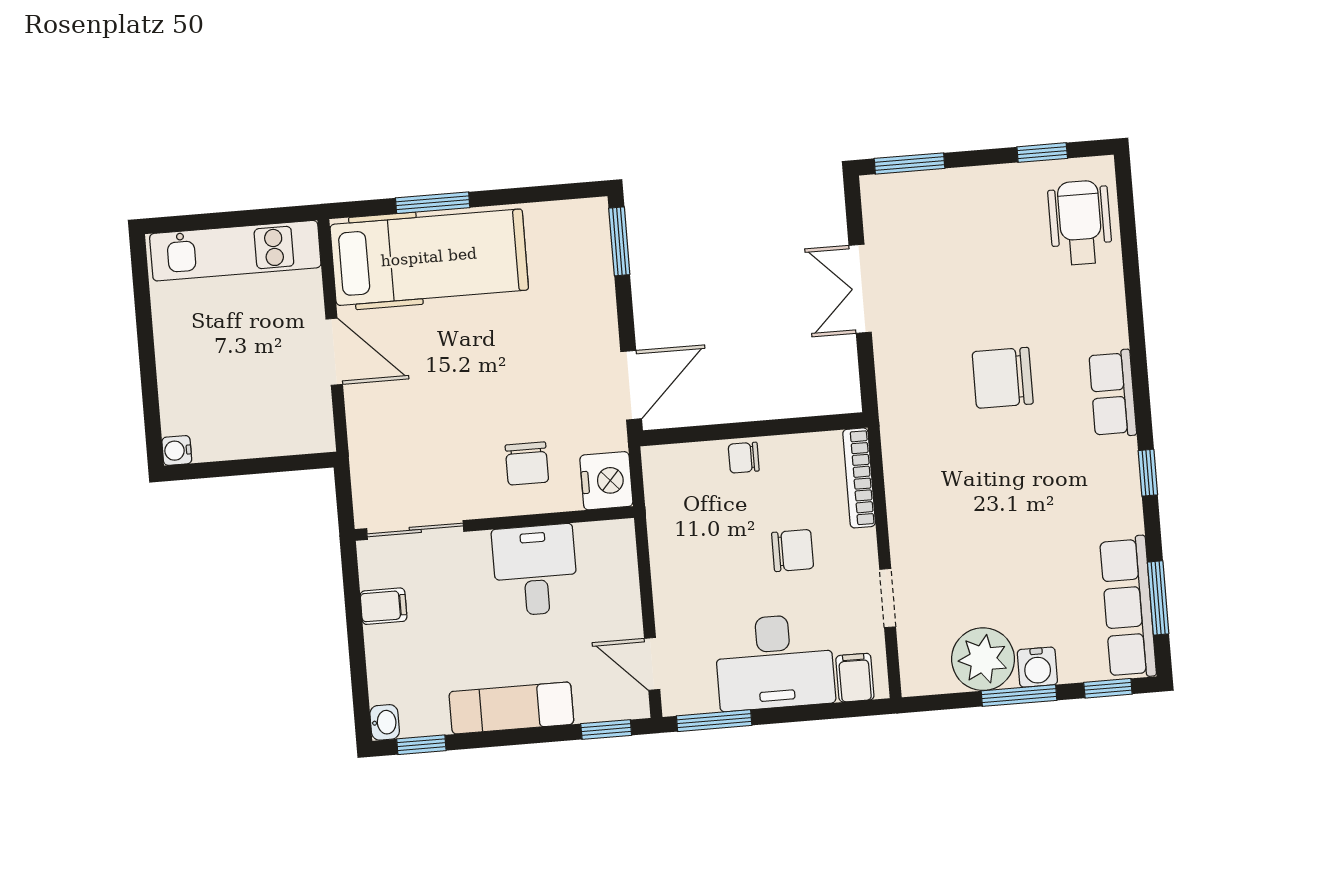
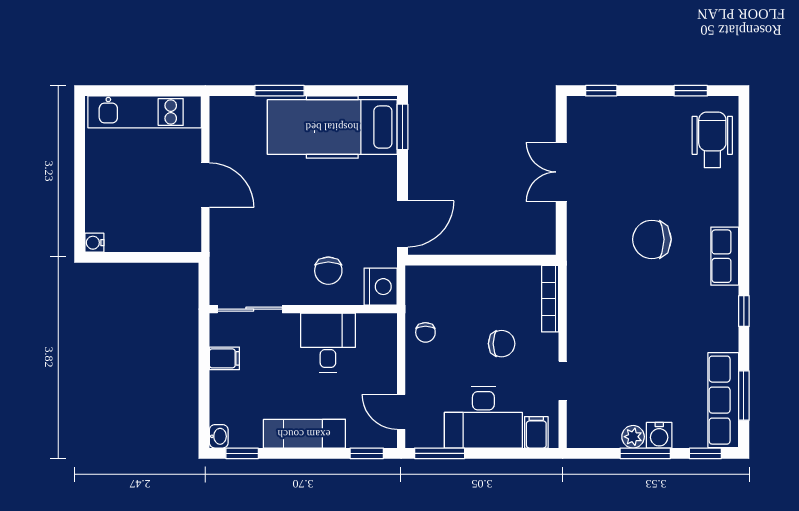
window: (909, 163) -> (601, 91), width x0.67
hospital bed: (429, 257) -> (332, 127), moved, turned 180
chair: (744, 458) -> (425, 332), moved, turned -90
plant: (983, 659) -> (633, 437), width x0.53, depth x0.53

